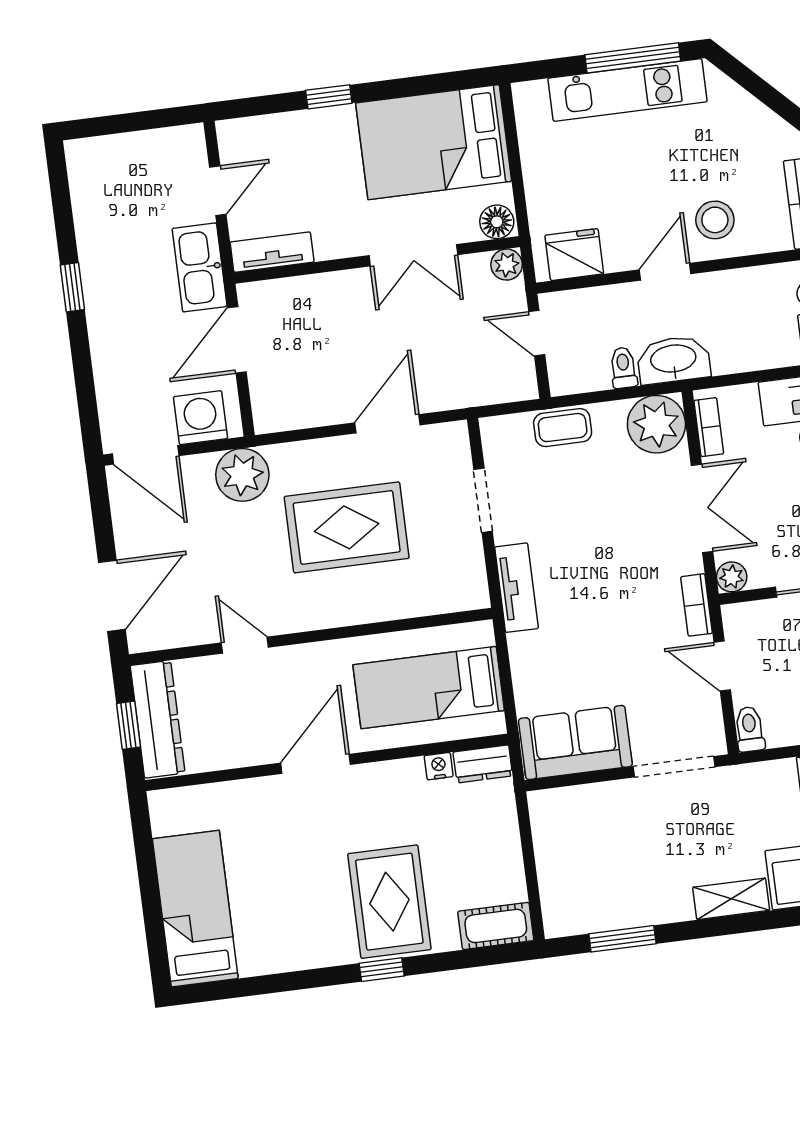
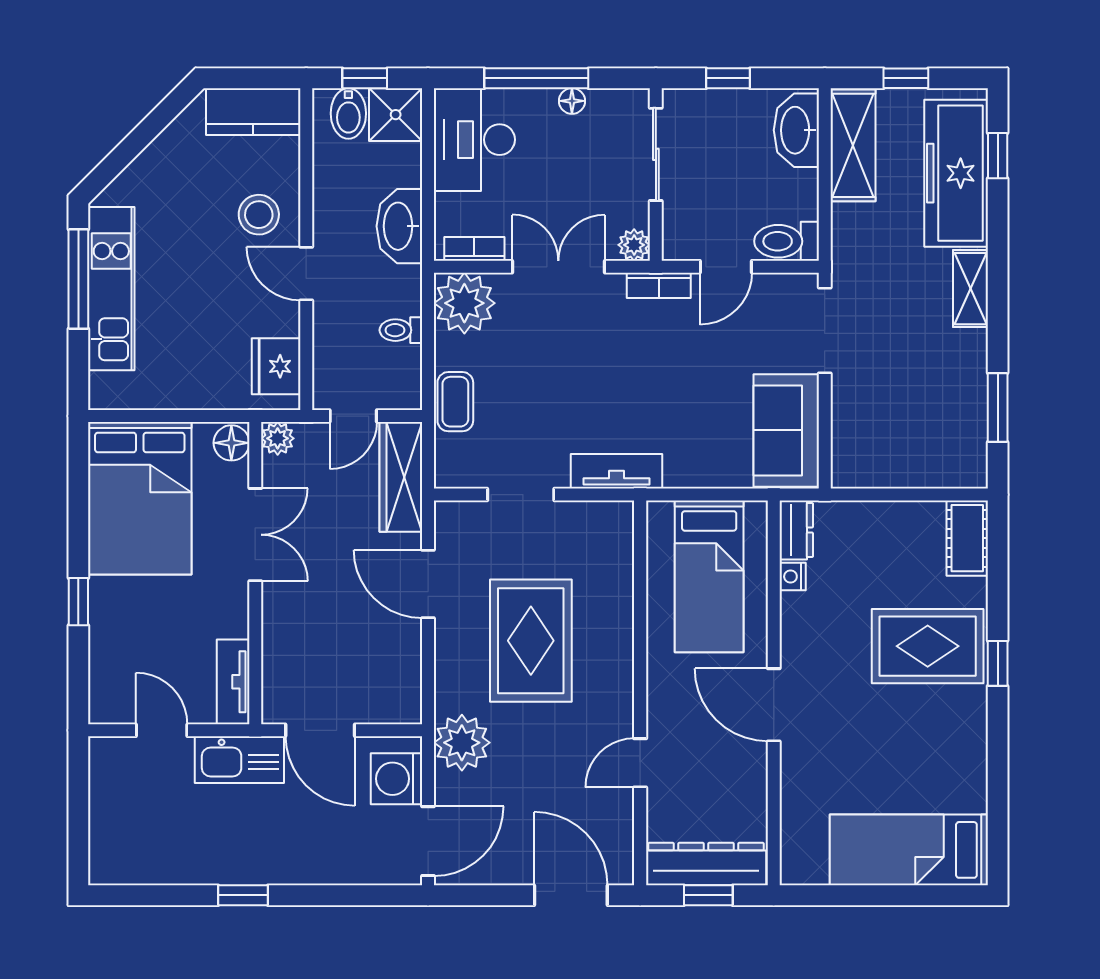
washbasin: (673, 360) -> (399, 226), moved
wardrobe: (485, 385) -> (401, 477), added
toilet: (750, 729) -> (787, 241), width x1.37, depth x1.39

